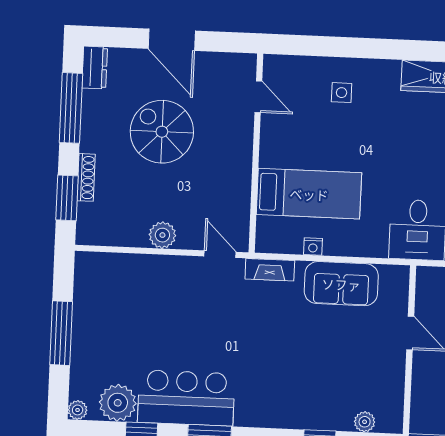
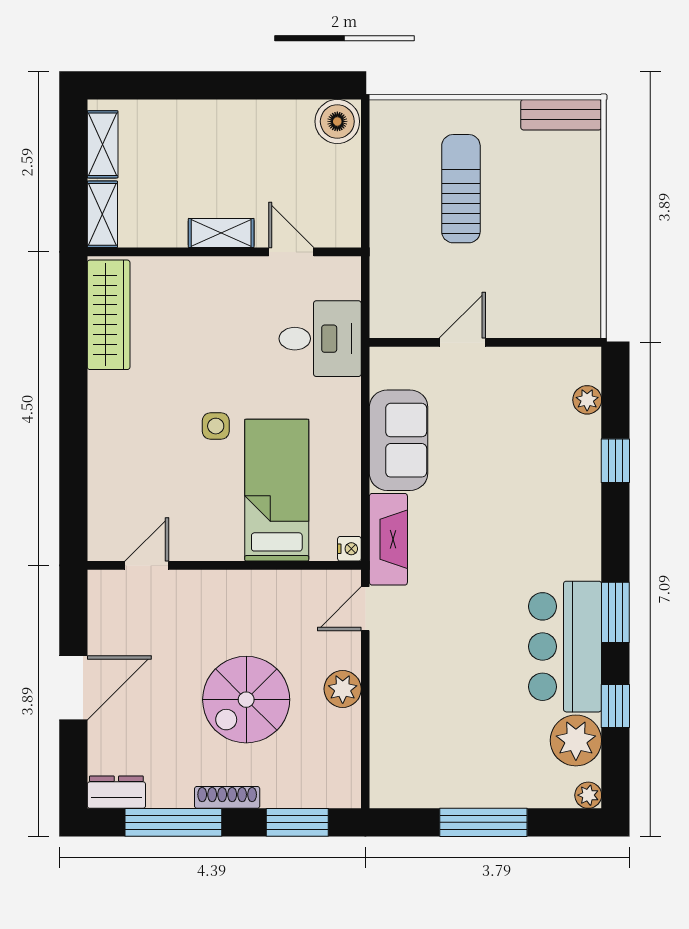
side table: (342, 93) -> (216, 426), moved
spiral stairs: (162, 132) -> (246, 700), moved
shoe rack: (86, 177) -> (227, 797), moved
nightstand: (313, 247) -> (349, 549), moved
fireplace: (270, 270) -> (388, 539), width x1.37, depth x1.32

